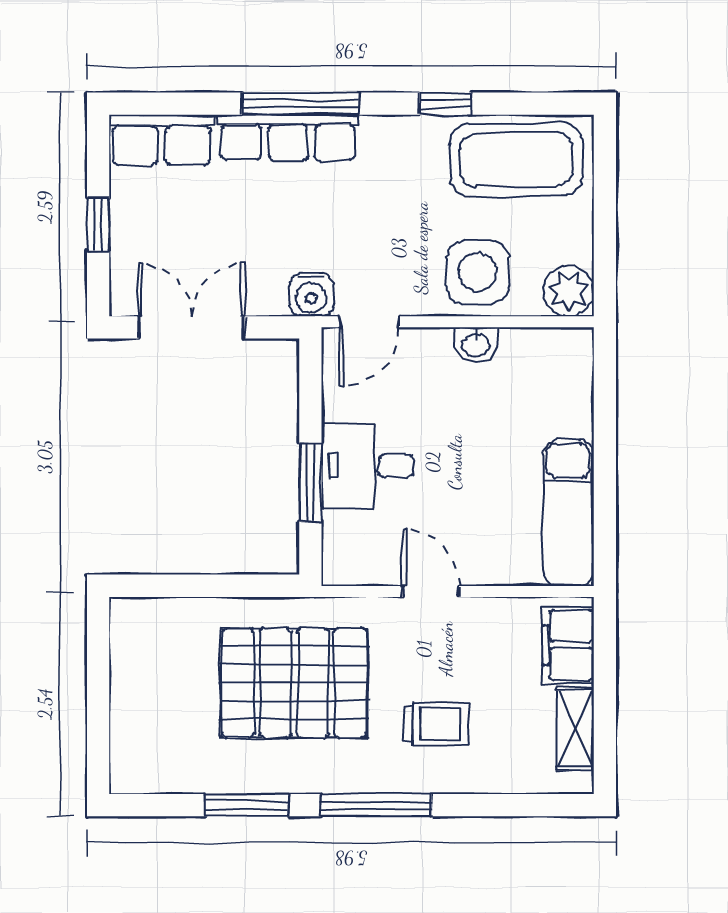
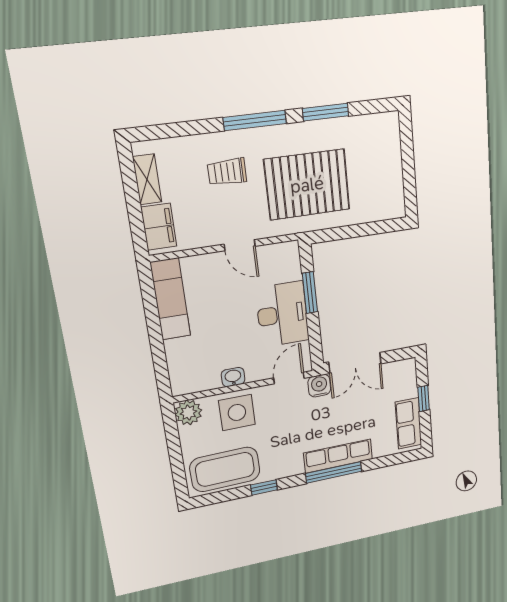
row of seats: (162, 140) -> (408, 423), moved, turned -90
double door: (192, 327) -> (355, 363), moved
desk: (367, 466) -> (282, 314), width x1.37

